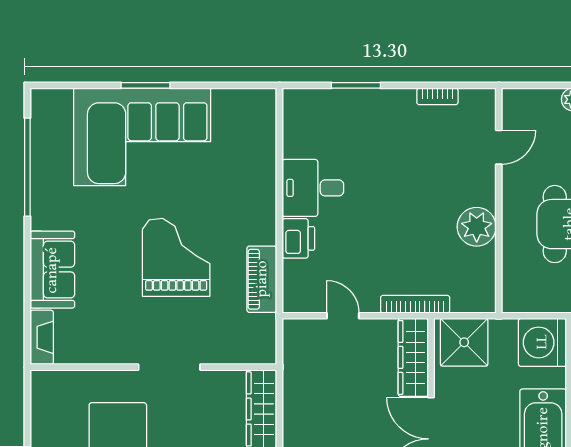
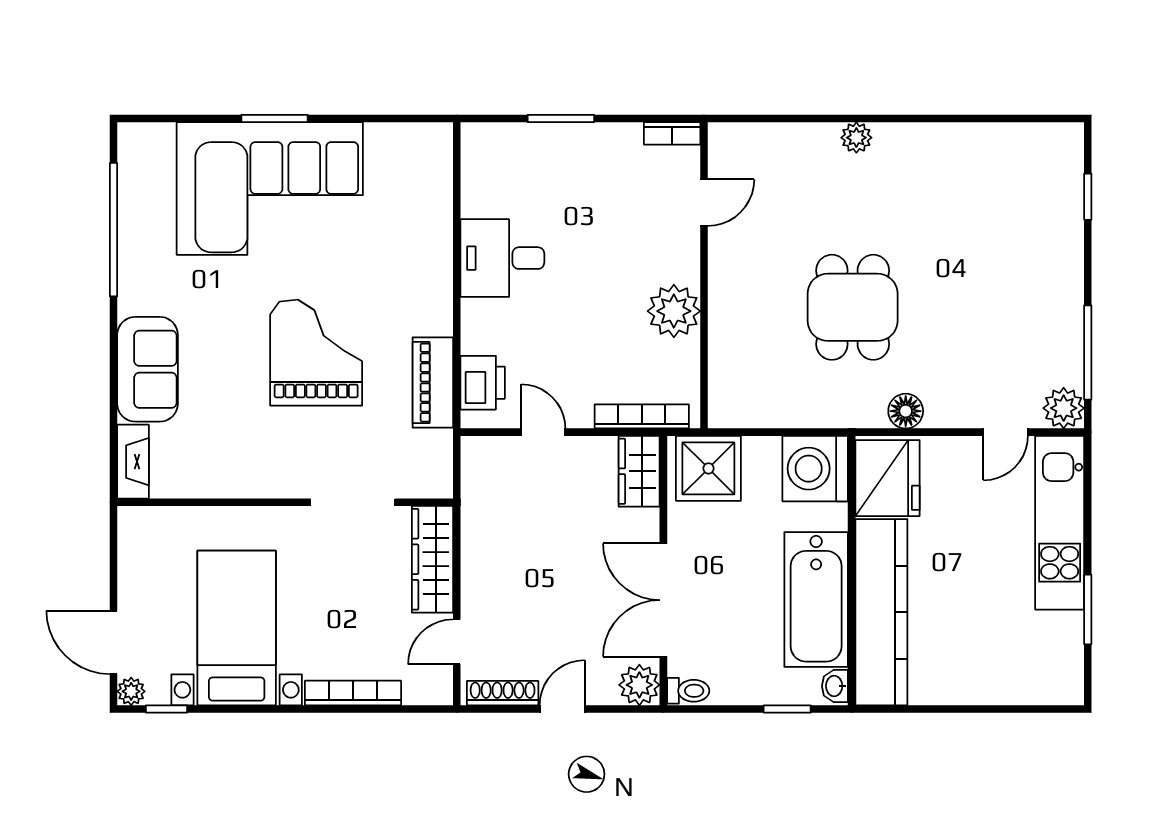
door: (499, 147) -> (704, 203), moved
wall: (499, 201) -> (704, 275), moved
plant: (477, 227) -> (674, 311), moved
printer: (298, 238) -> (483, 383), moved
wardrobe: (413, 357) -> (639, 471), width x0.67
doorway: (169, 367) -> (353, 502), moved

